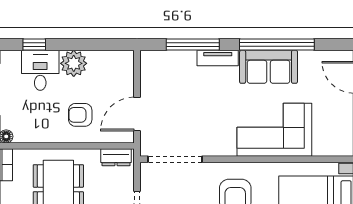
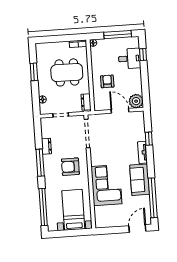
window: (193, 44) -> (149, 139), width x0.46
window: (277, 44) -> (153, 198), moved
plant: (74, 63) -> (136, 101), moved
door: (137, 114) -> (120, 111), moved

